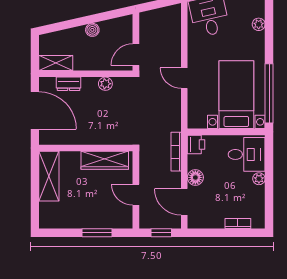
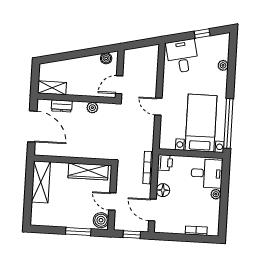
boiler: (92, 30) -> (106, 58), moved
boiler: (123, 218) -> (101, 220), added

